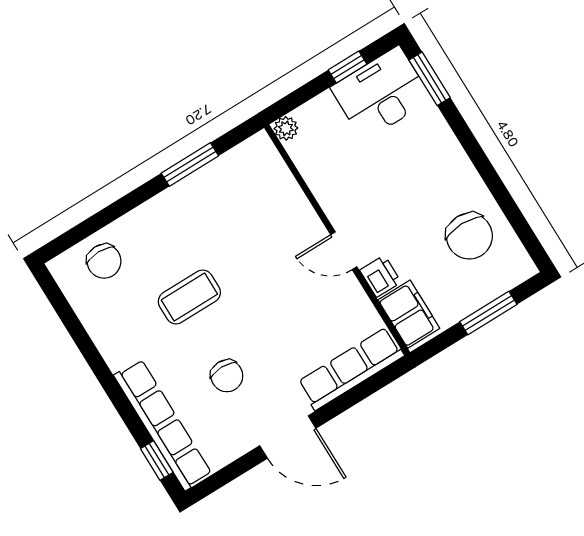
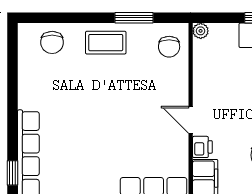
coffee table: (189, 297) -> (106, 43), moved
chair: (227, 376) -> (169, 47), moved

